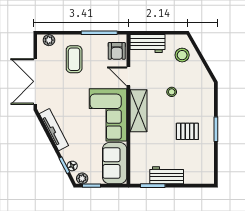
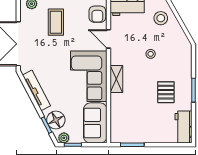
shelving: (138, 111) -> (116, 79), width x0.67, depth x0.75
pallet: (187, 131) -> (166, 92), turned 90
floor lamp: (72, 166) -> (56, 120), width x1.89, depth x1.89
workbench: (167, 175) -> (183, 127), moved, turned -90

